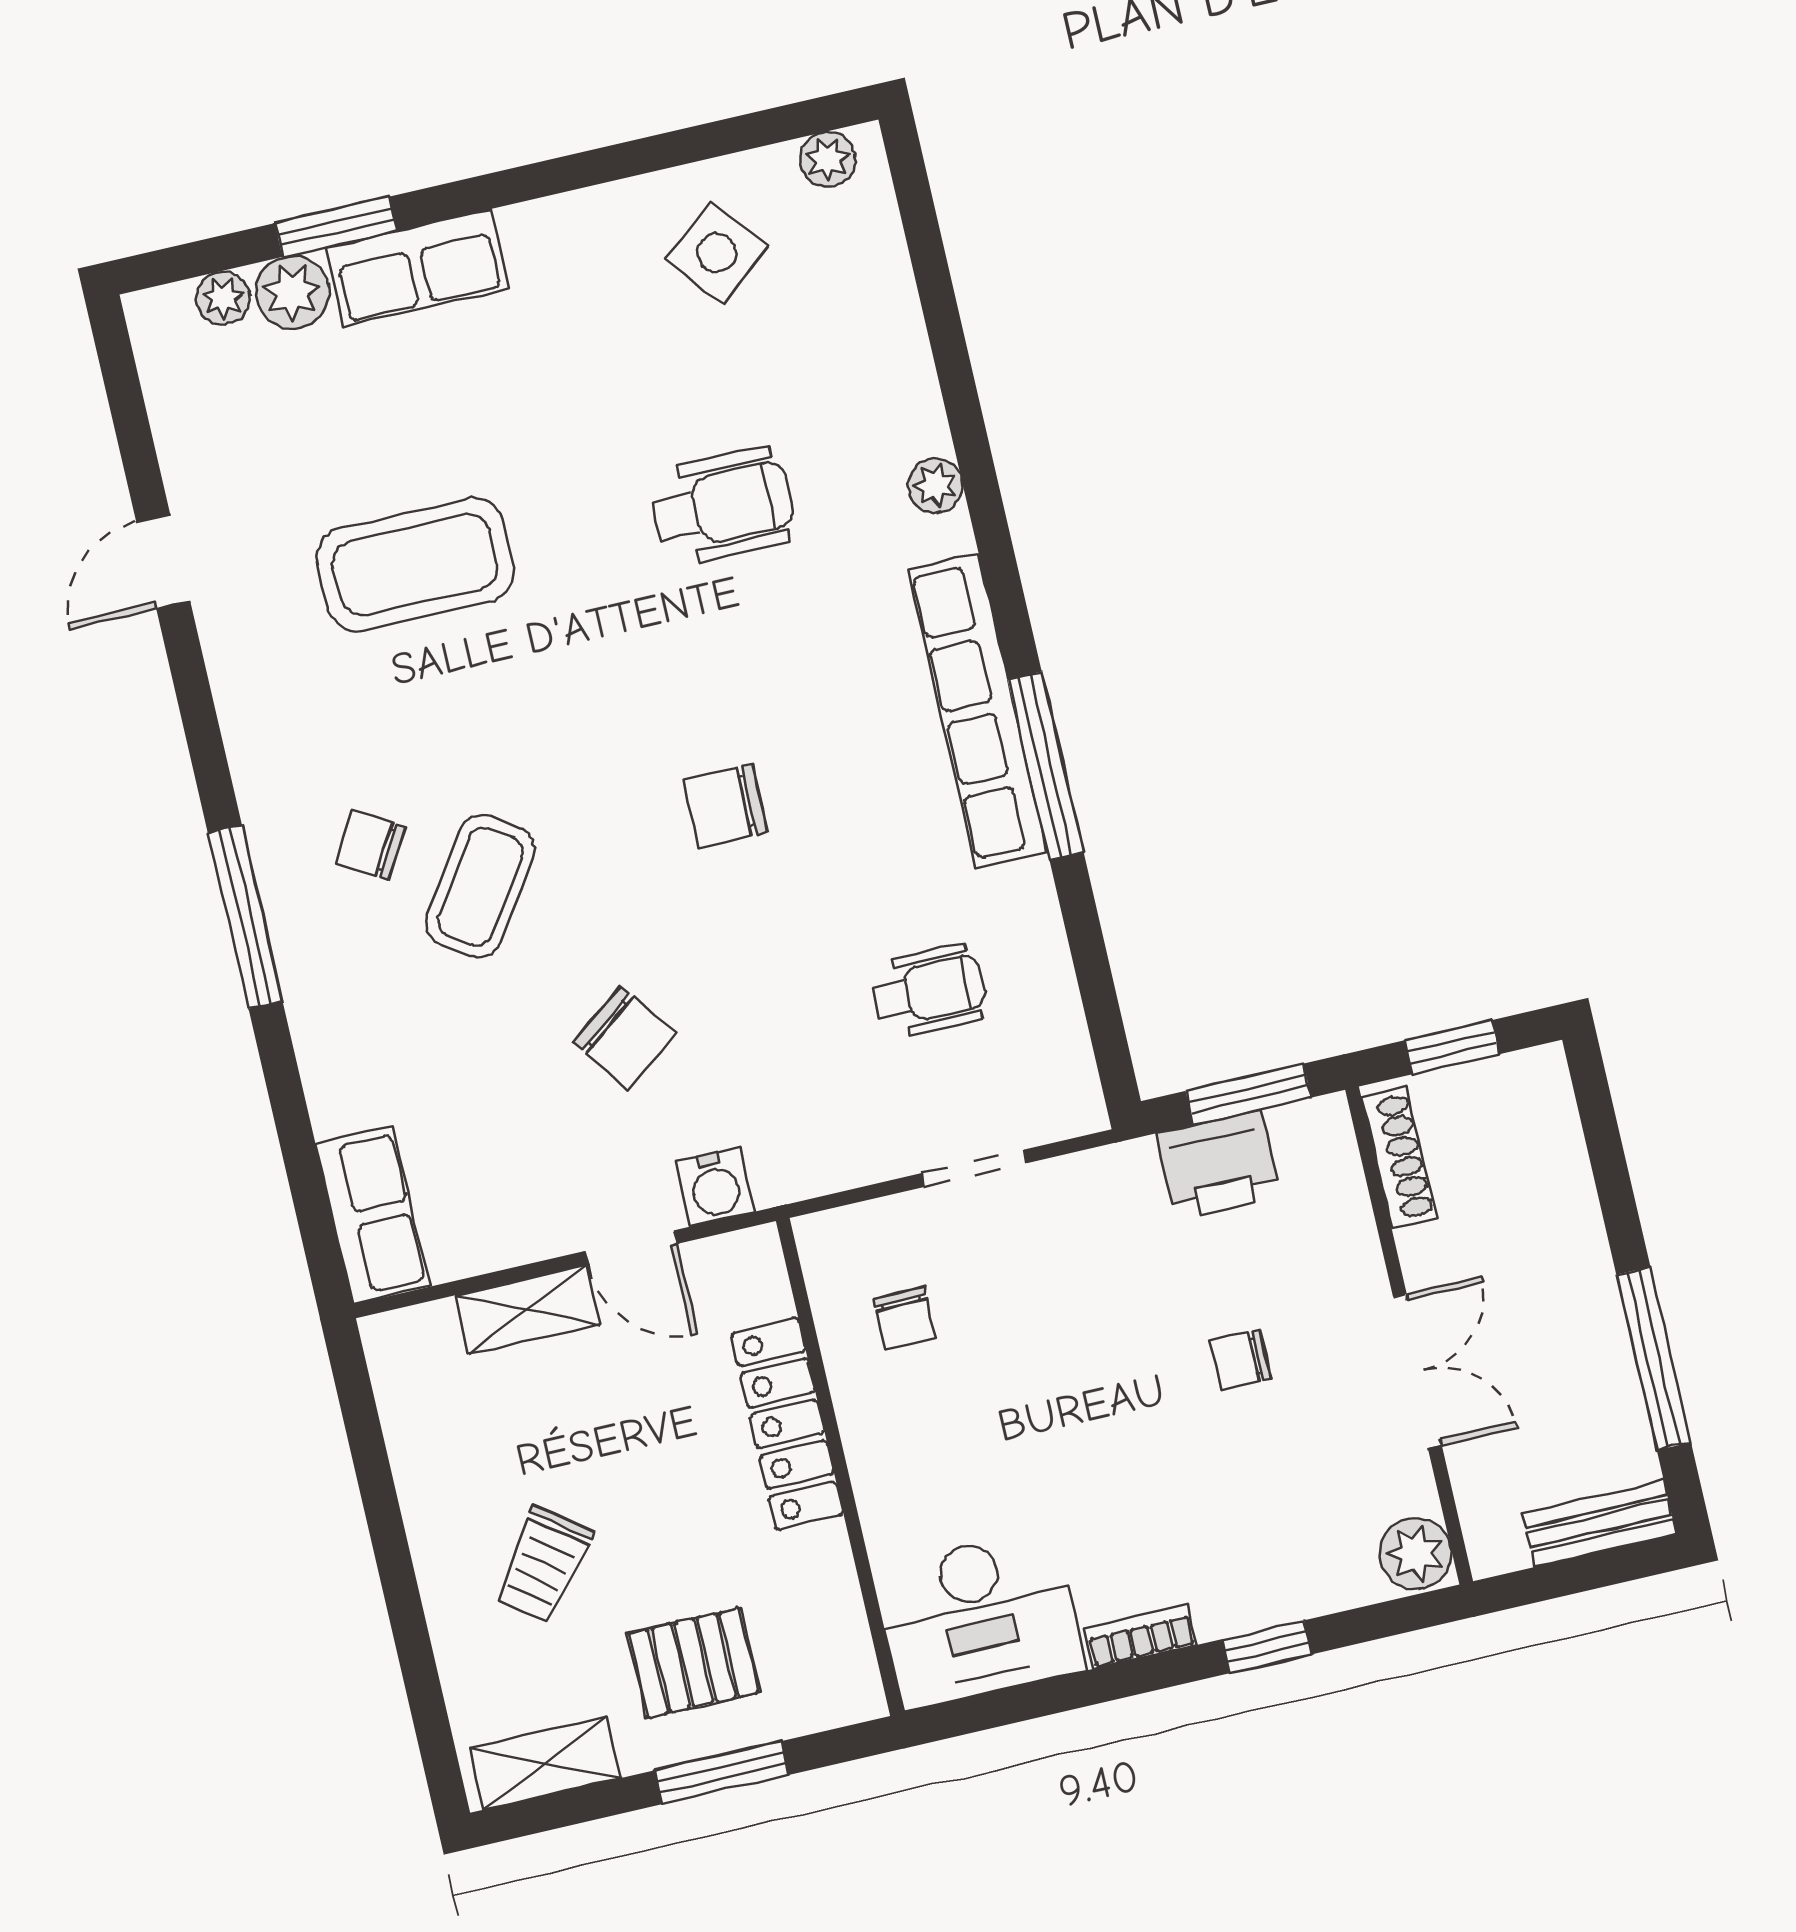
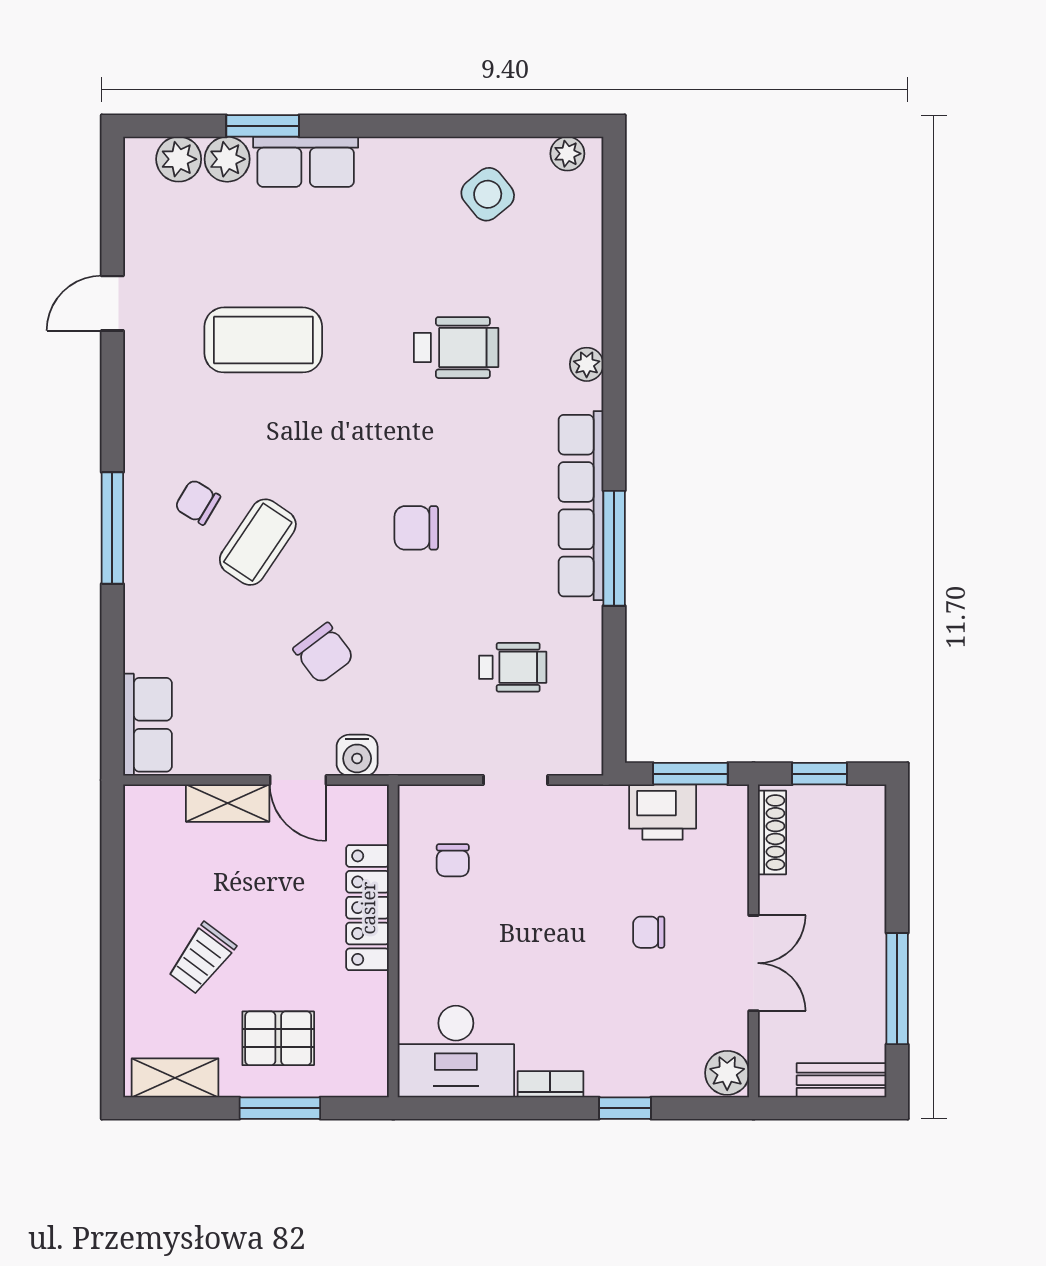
plant: (223, 298) -> (179, 159), width x1.38, depth x1.38

